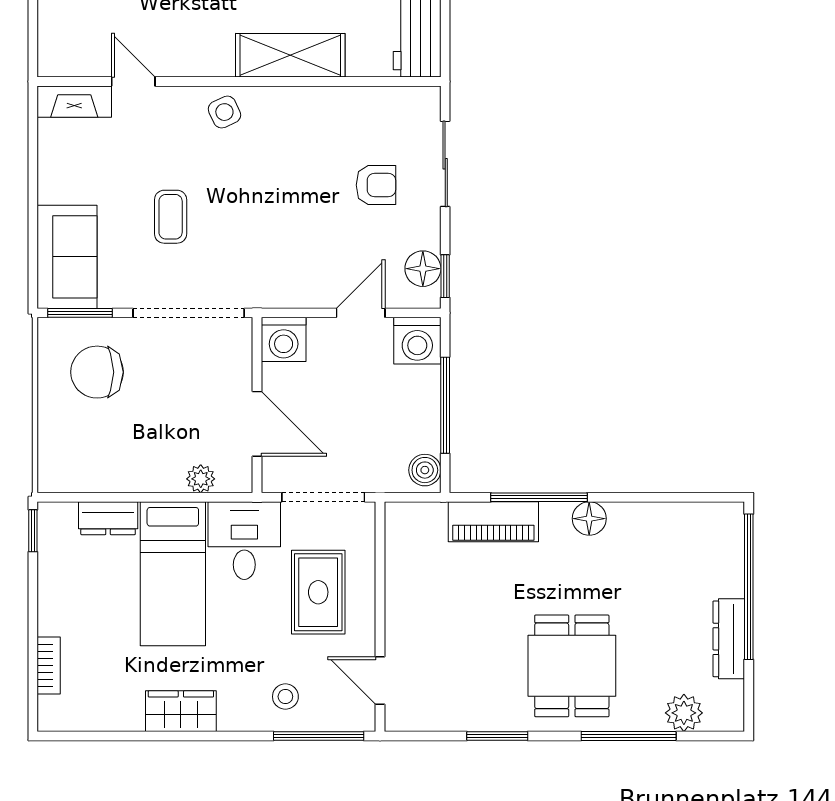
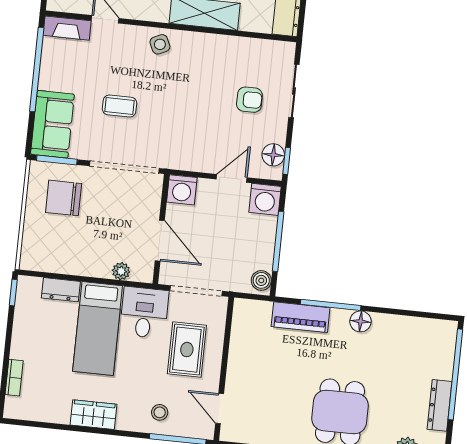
window: (33, 173) -> (37, 70), added
coffee table: (171, 217) -> (120, 106), turned 90

